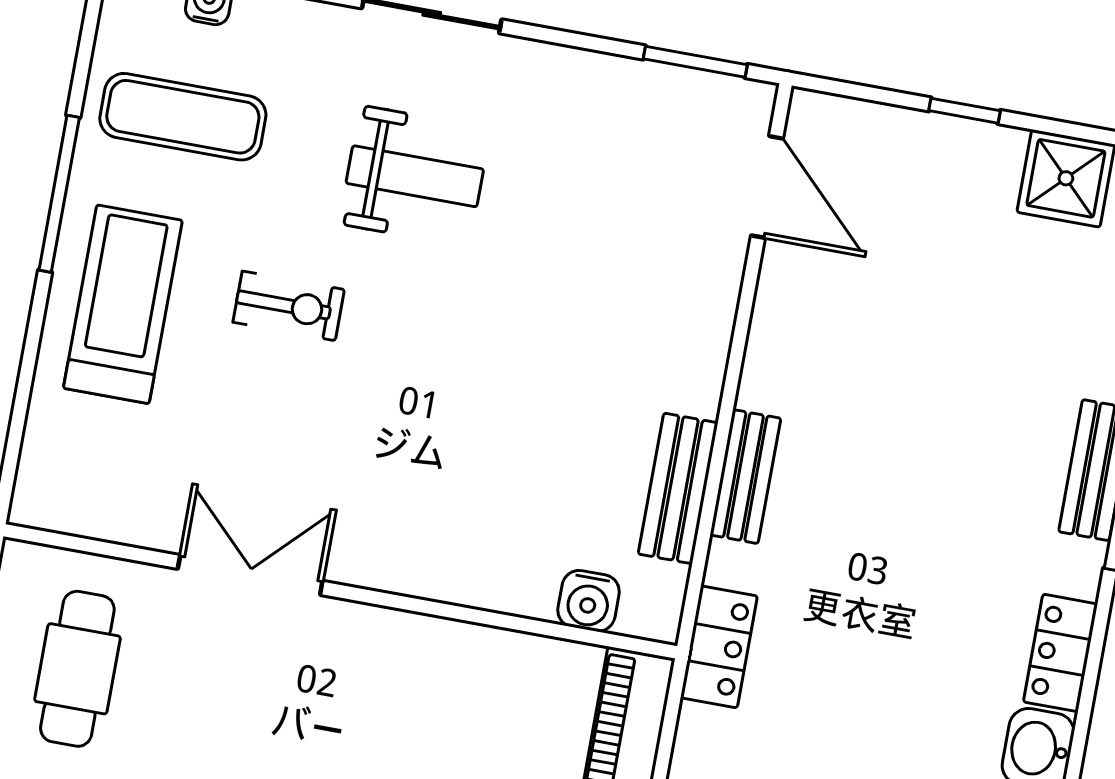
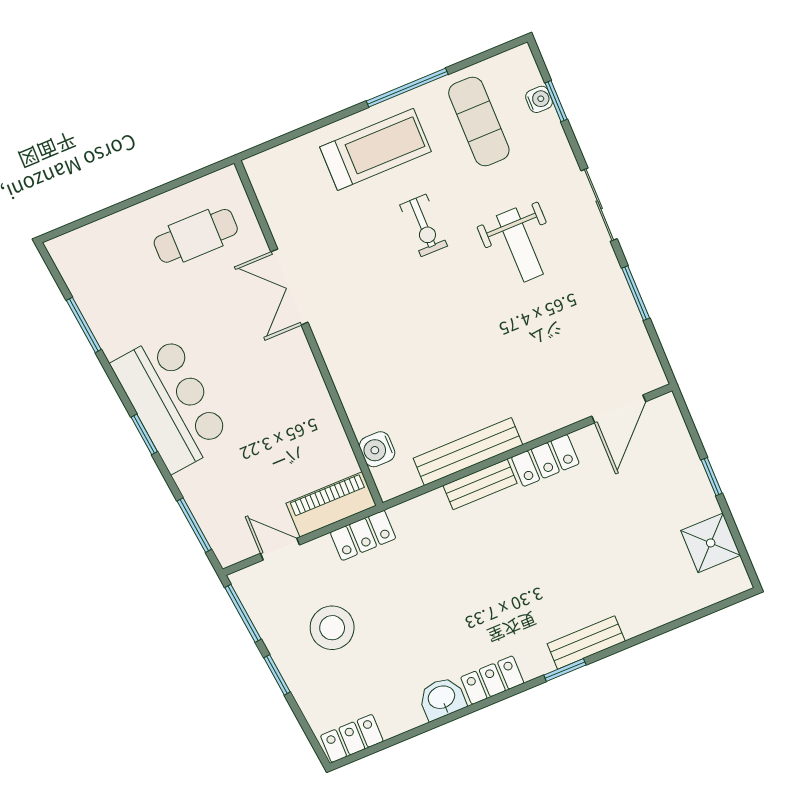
window: (695, 62) -> (636, 293), moved
locker: (774, 352) -> (545, 460), added
bench: (678, 488) -> (468, 452), width x1.36
double door: (250, 575) -> (289, 287), swing flipped
locker: (719, 647) -> (363, 535), moved

